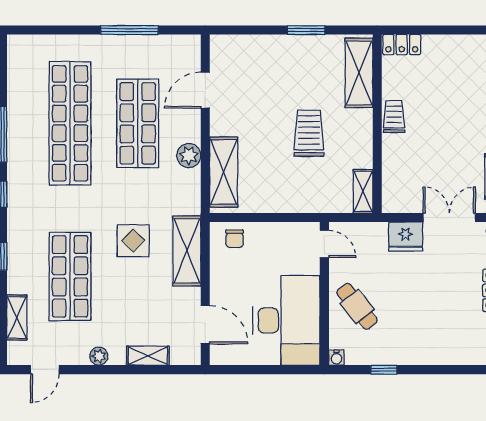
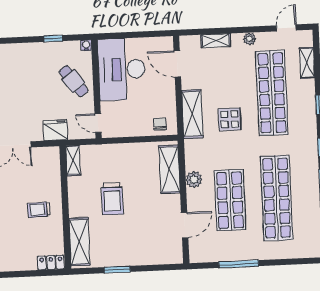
trolley: (394, 117) -> (39, 210), moved, turned 88
fridge: (406, 236) -> (55, 130), moved
shop shelf: (70, 276) -> (272, 93), width x1.40

